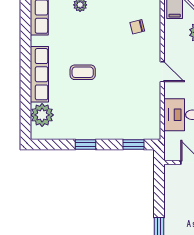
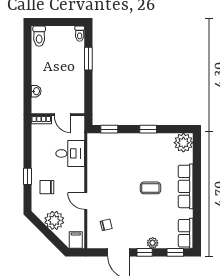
door: (162, 72) -> (86, 201), moved
plant: (42, 115) -> (183, 143), moved

